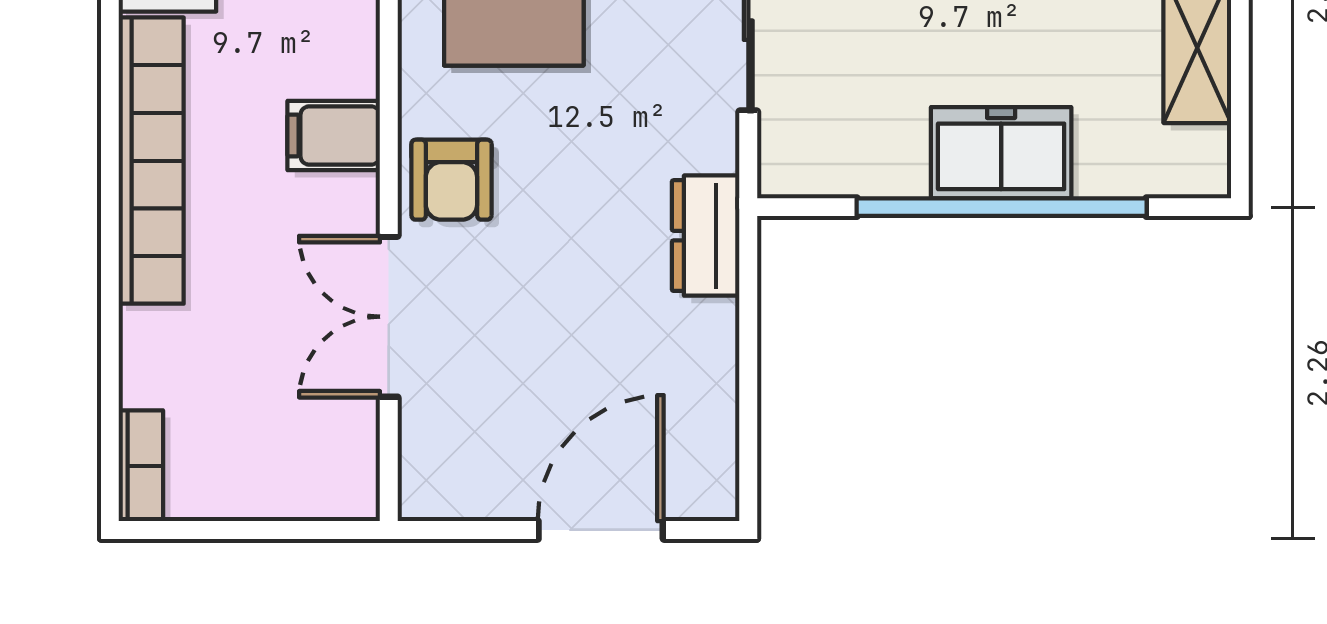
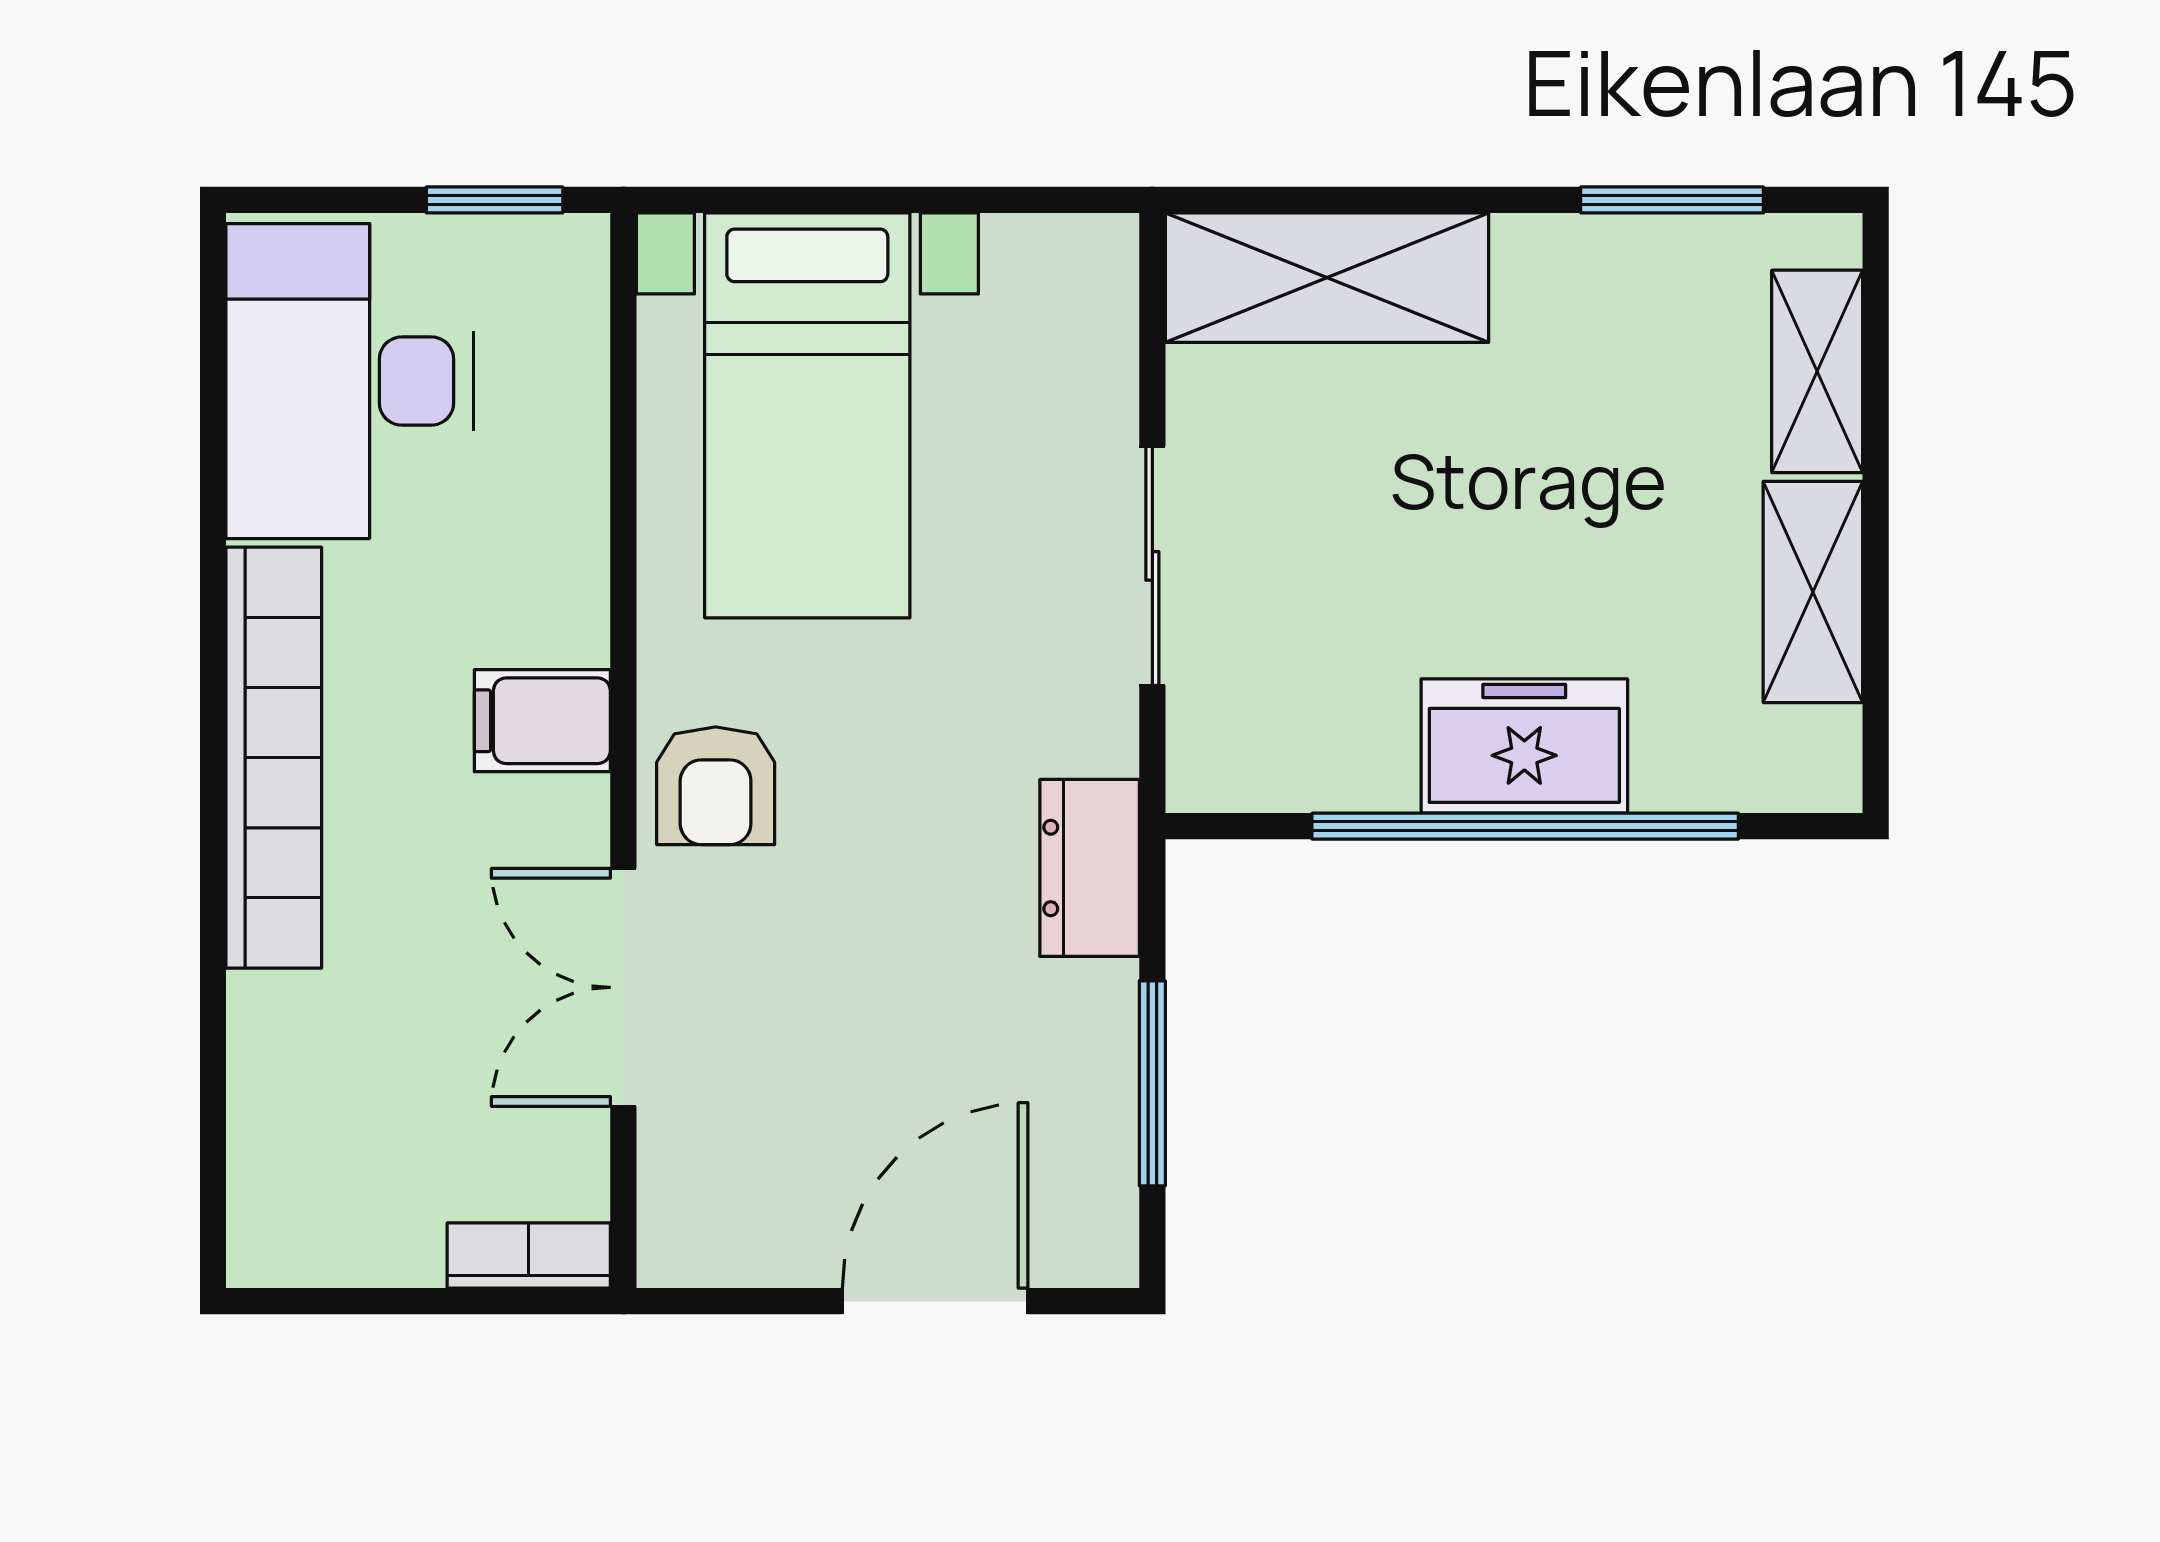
window: (748, 382) -> (1152, 1083), added
bookcase: (141, 466) -> (529, 1256), moved, turned -90

